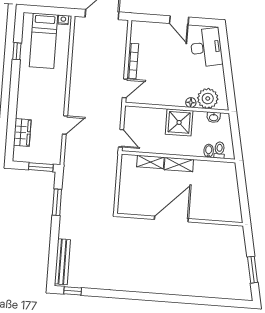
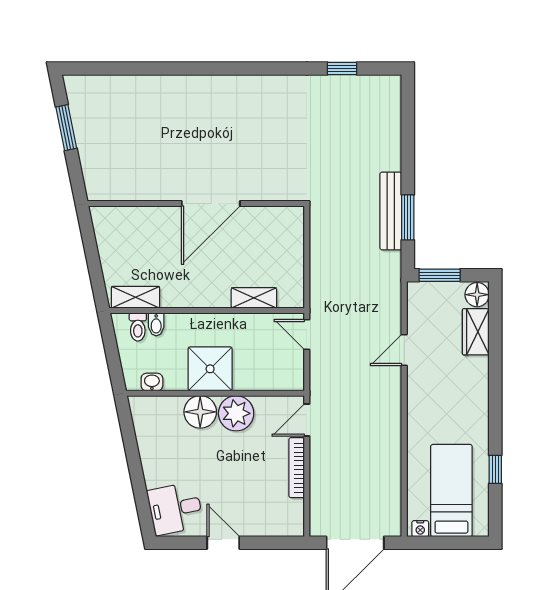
desk: (206, 47) -> (175, 509), width x0.73
plant: (208, 99) -> (236, 413), moved
floor lamp: (191, 103) -> (200, 412), width x1.89, depth x1.89
floor lamp: (20, 154) -> (477, 295), added
shelving: (179, 165) -> (136, 297), moved
bench: (62, 262) -> (391, 211), moved
window: (73, 291) -> (342, 69), moved

